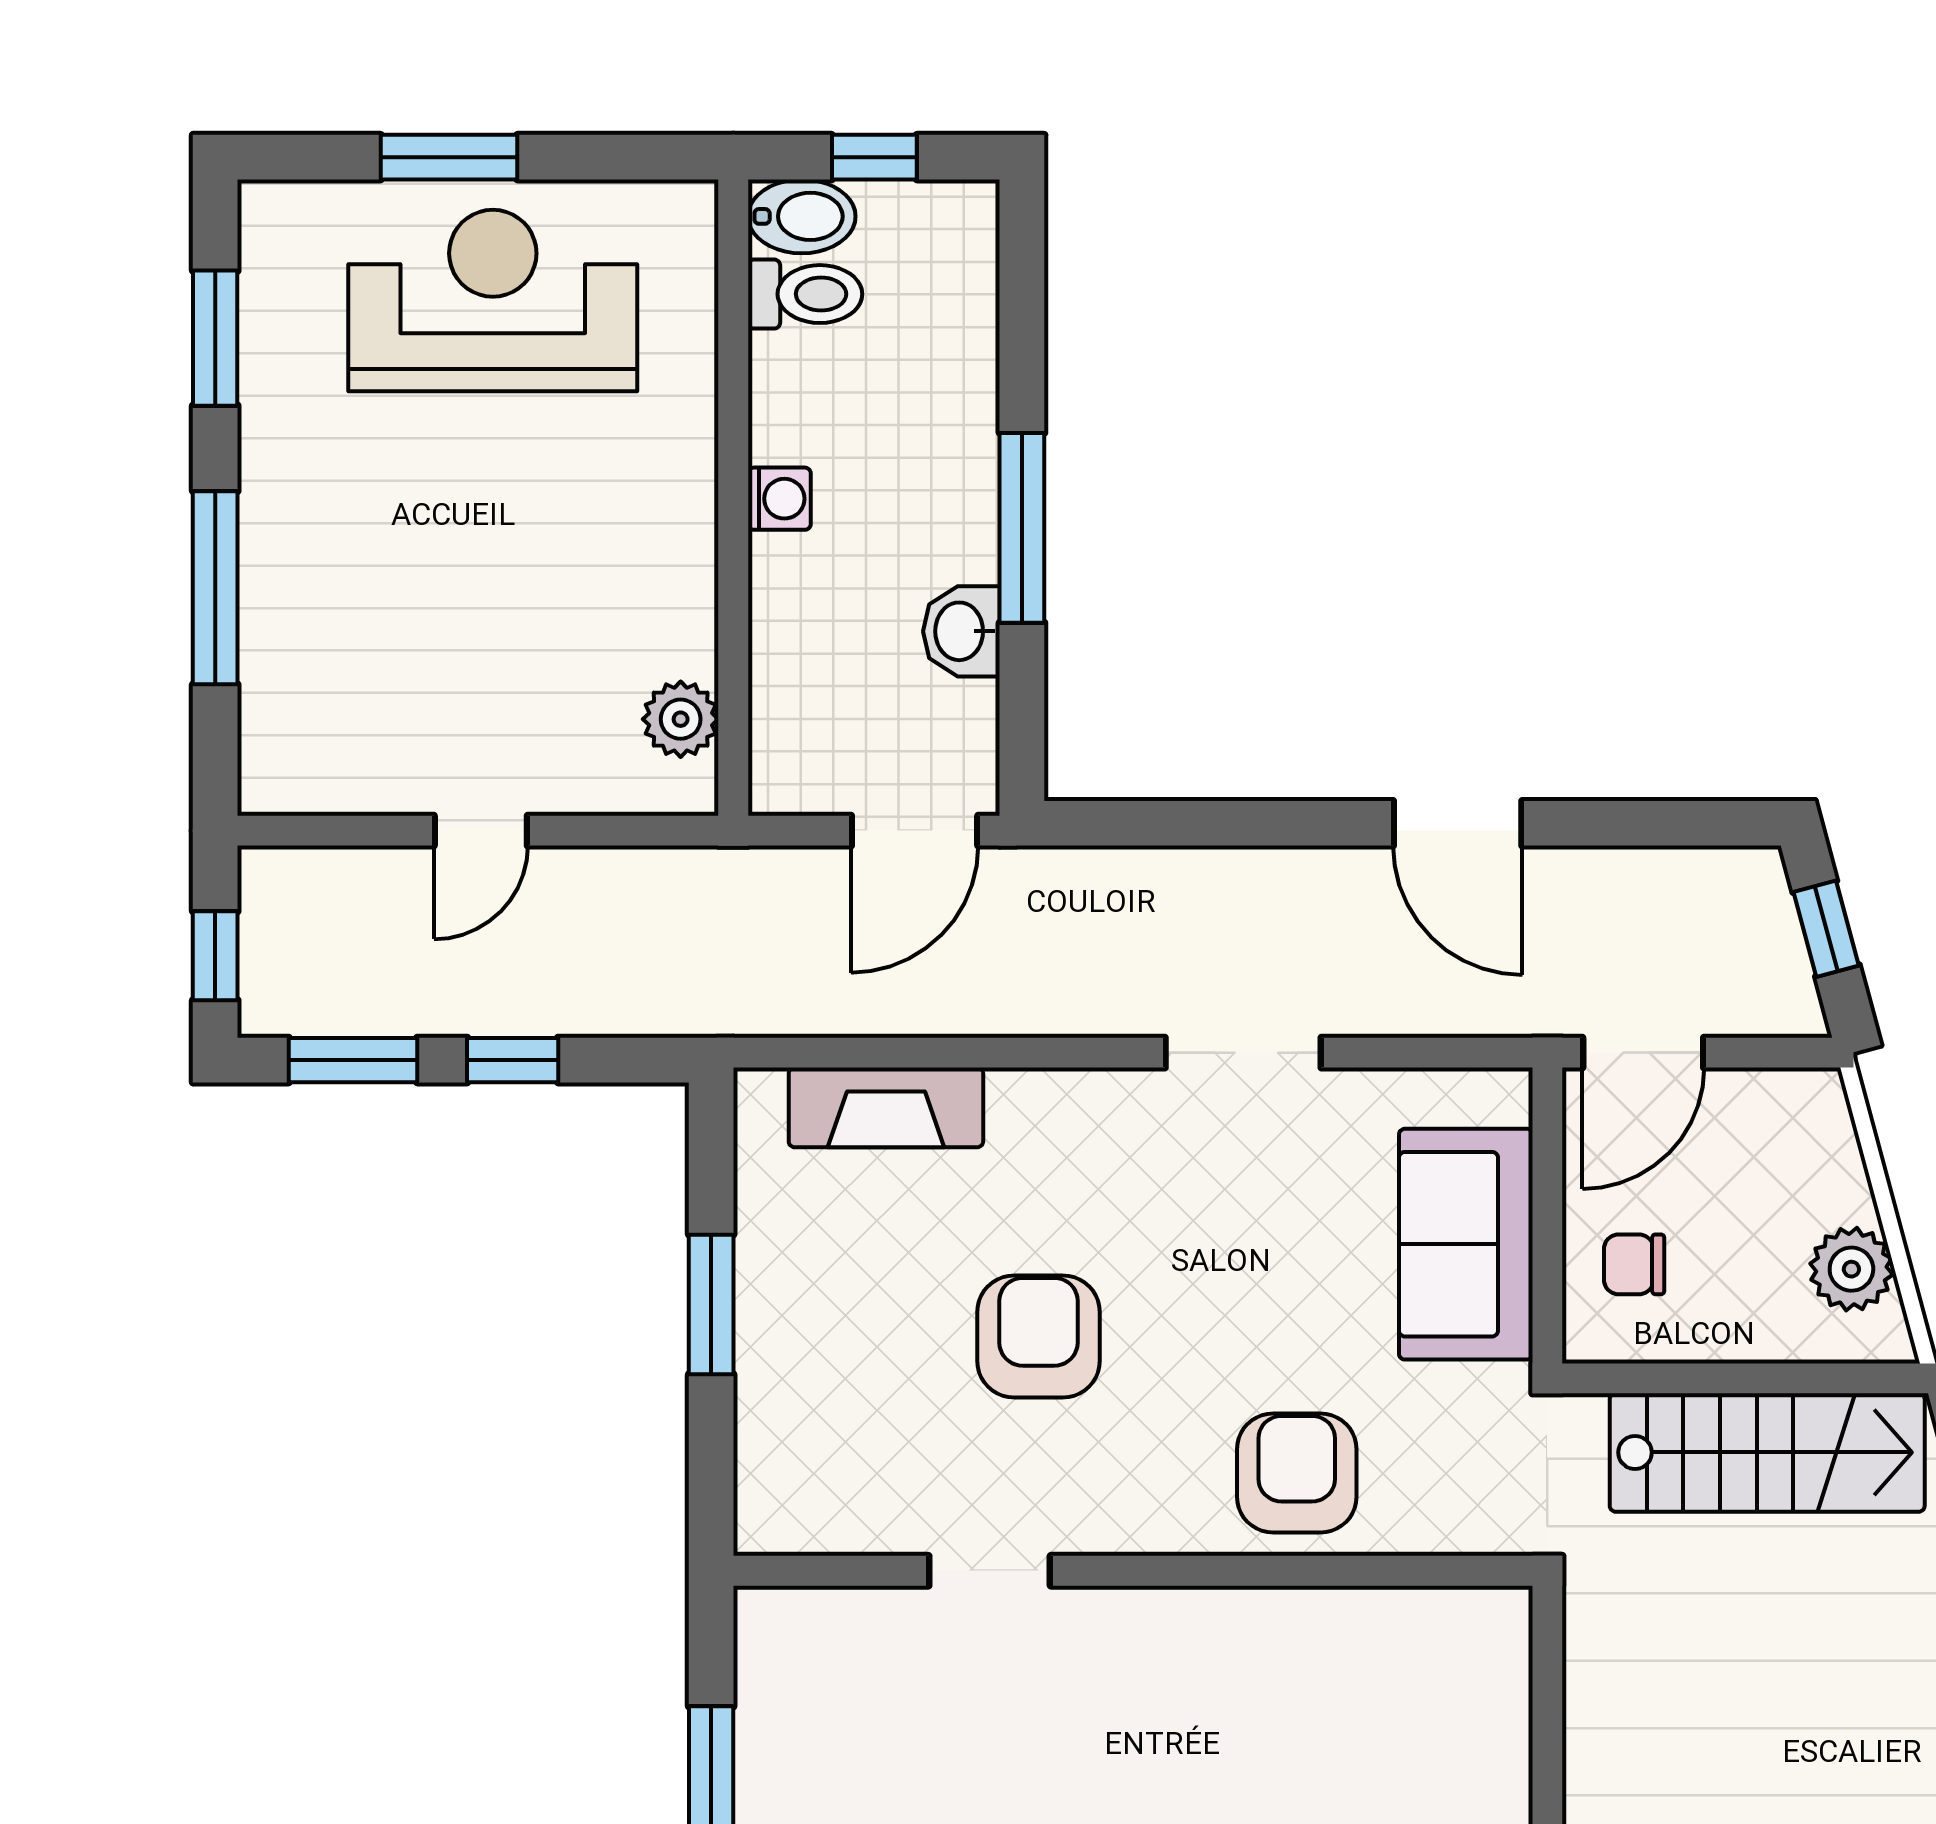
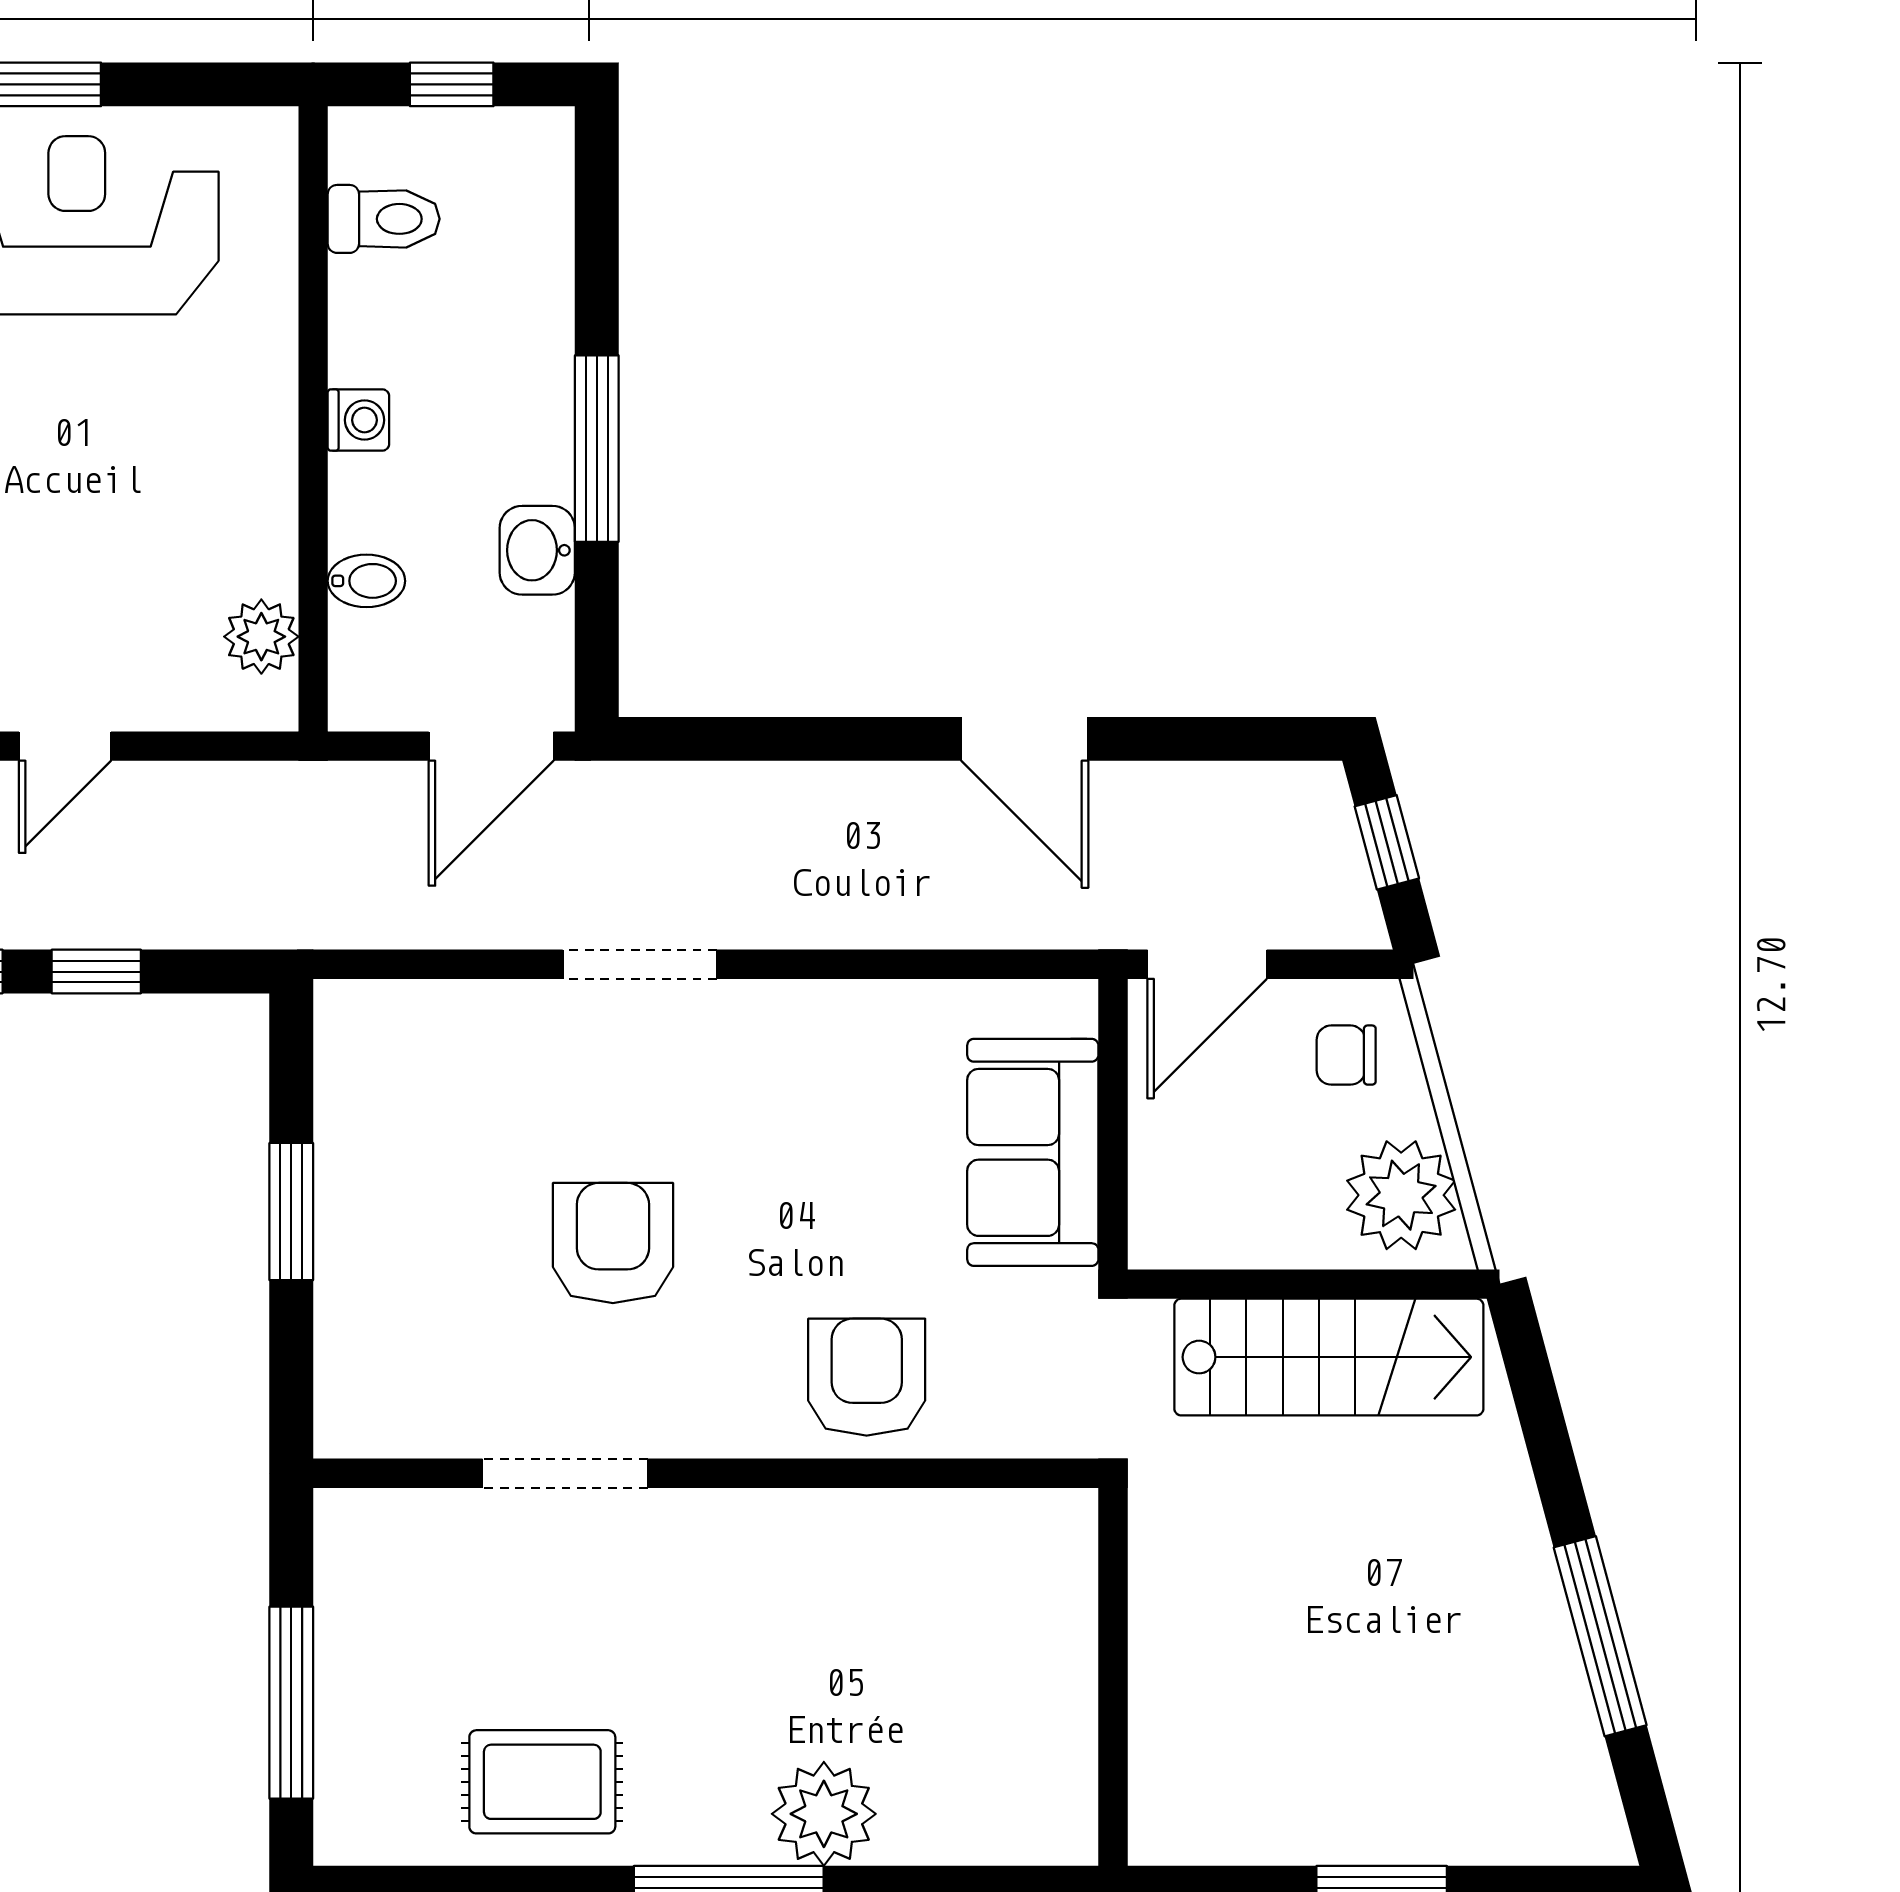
bidet: (802, 216) -> (366, 581), moved, width x0.72, depth x0.74
doorway: (1243, 1053) -> (640, 964), moved
fireplace: (886, 1107) -> (463, 1018), removed
chair: (1634, 1264) -> (1346, 1055), moved
plant: (1851, 1269) -> (1401, 1195), width x1.36, depth x1.36
doorway: (990, 1571) -> (565, 1473), width x1.38

